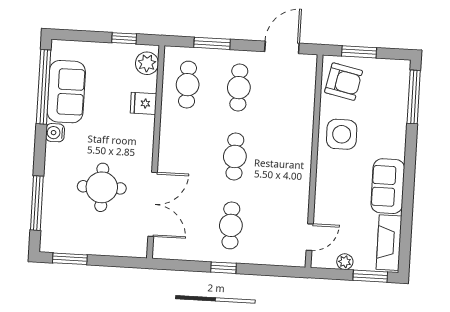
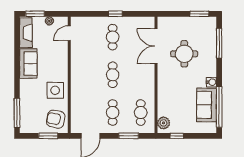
fridge: (143, 103) -> (164, 101), removed

